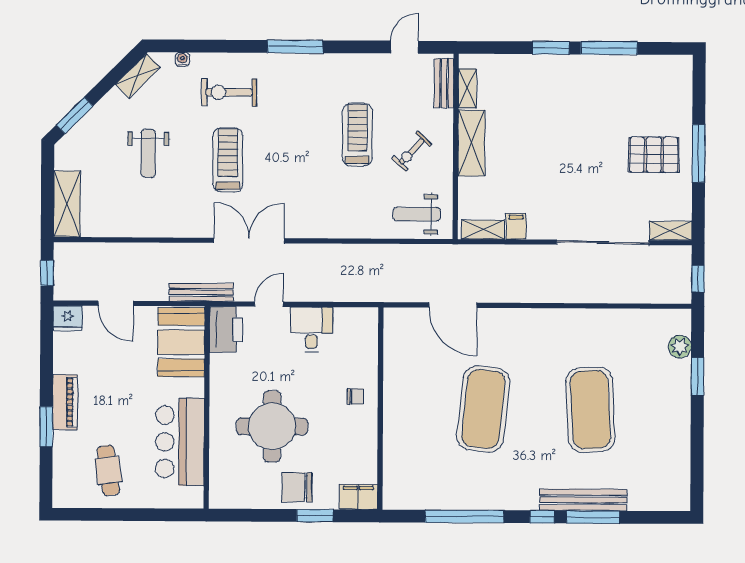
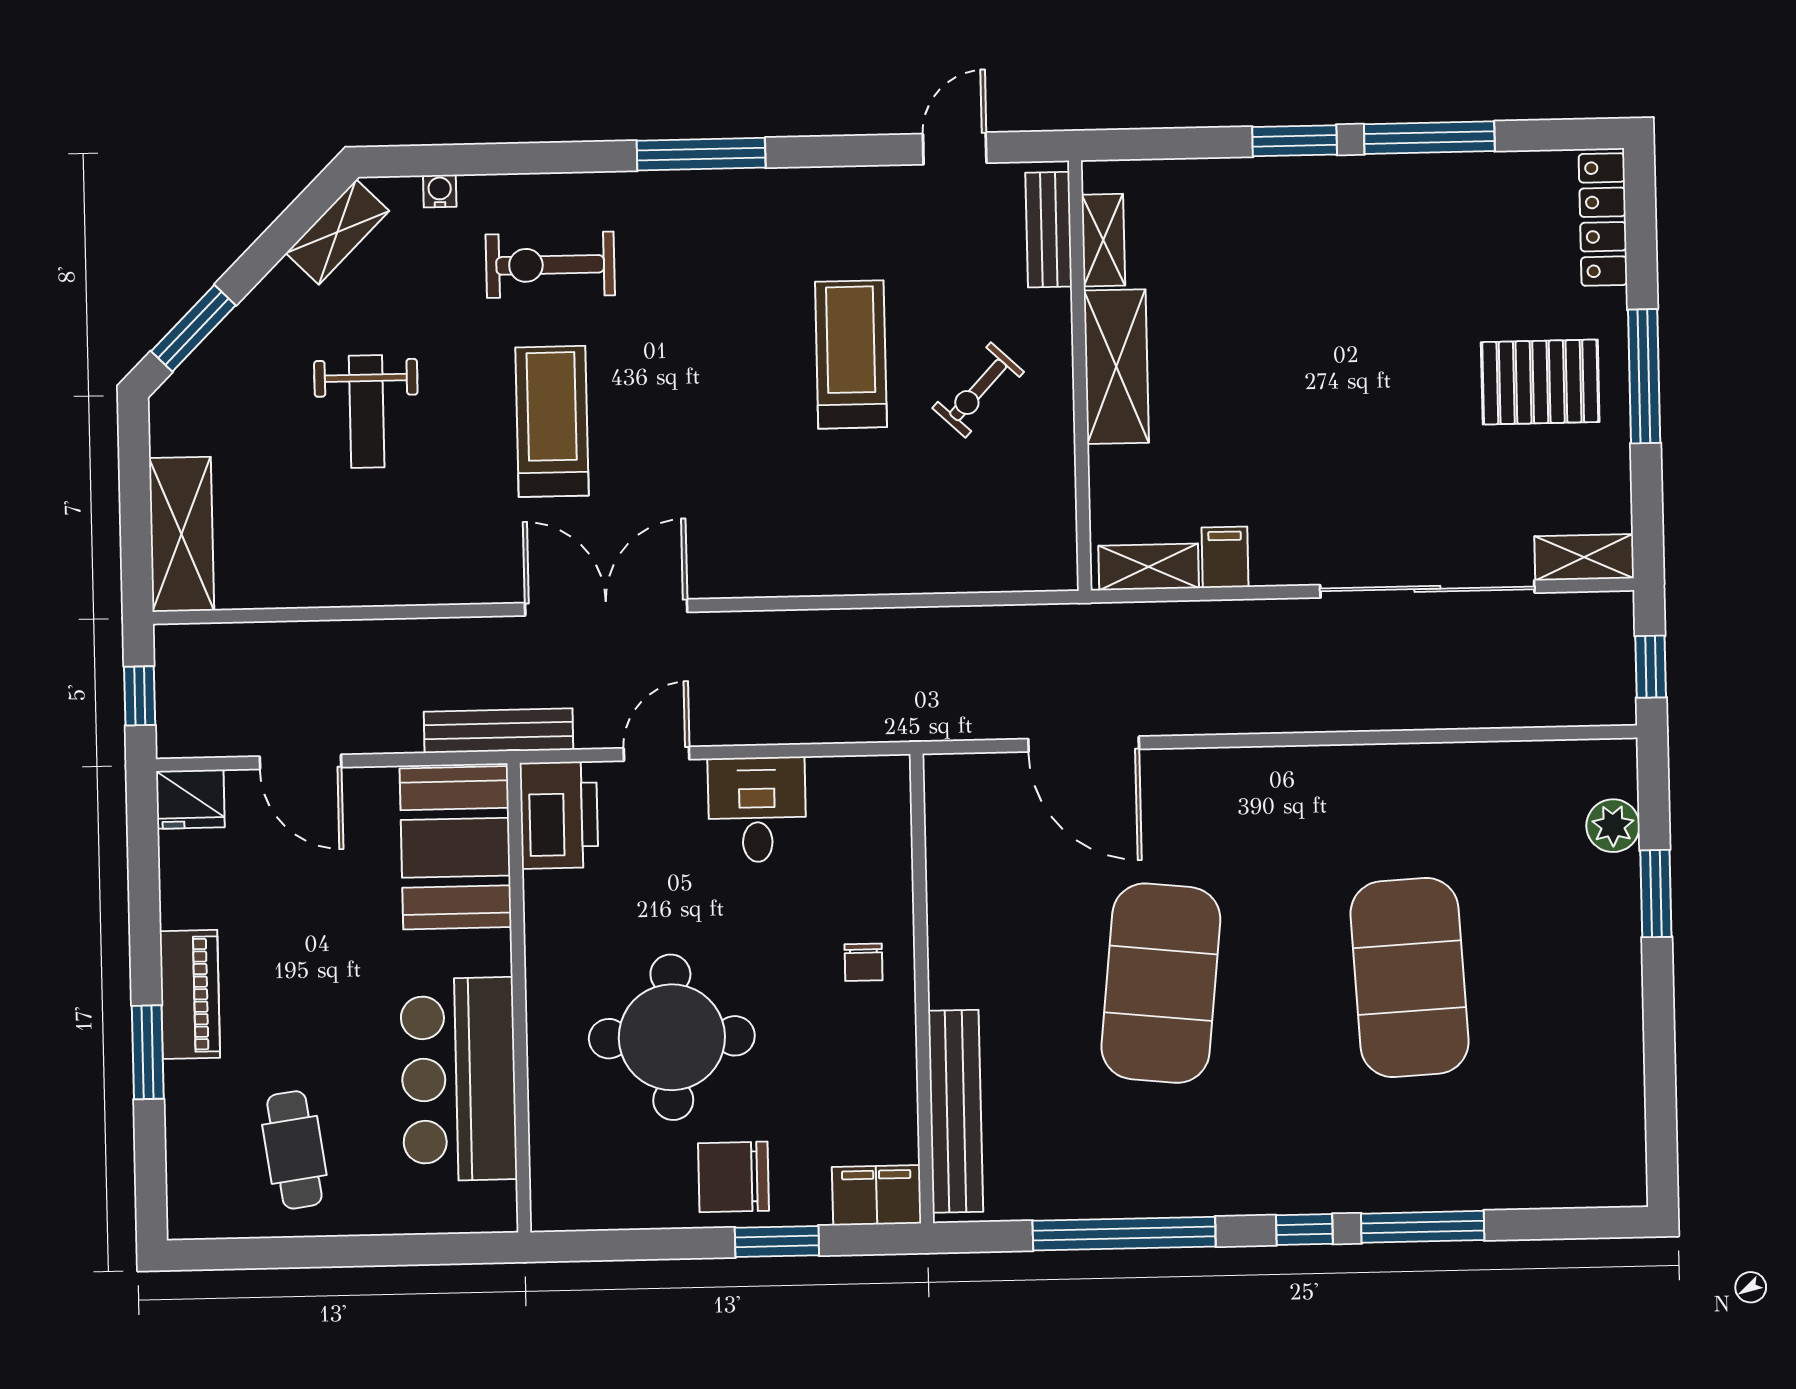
locker: (683, 86) -> (1603, 219), added
weight bench: (417, 214) -> (993, 535), removed
chair: (356, 396) -> (864, 962), turned 90
bench: (583, 500) -> (956, 1111), moved, turned 90

